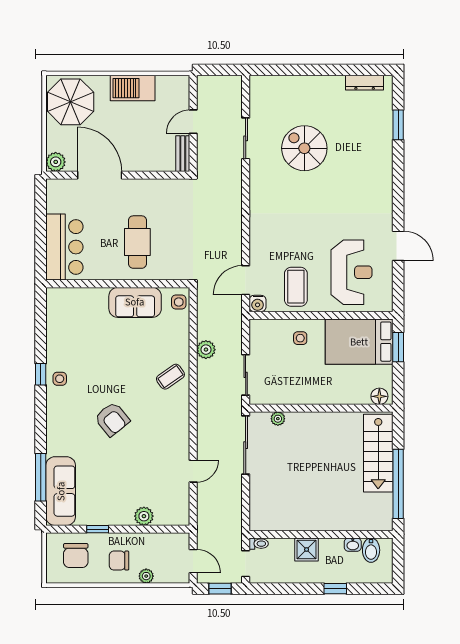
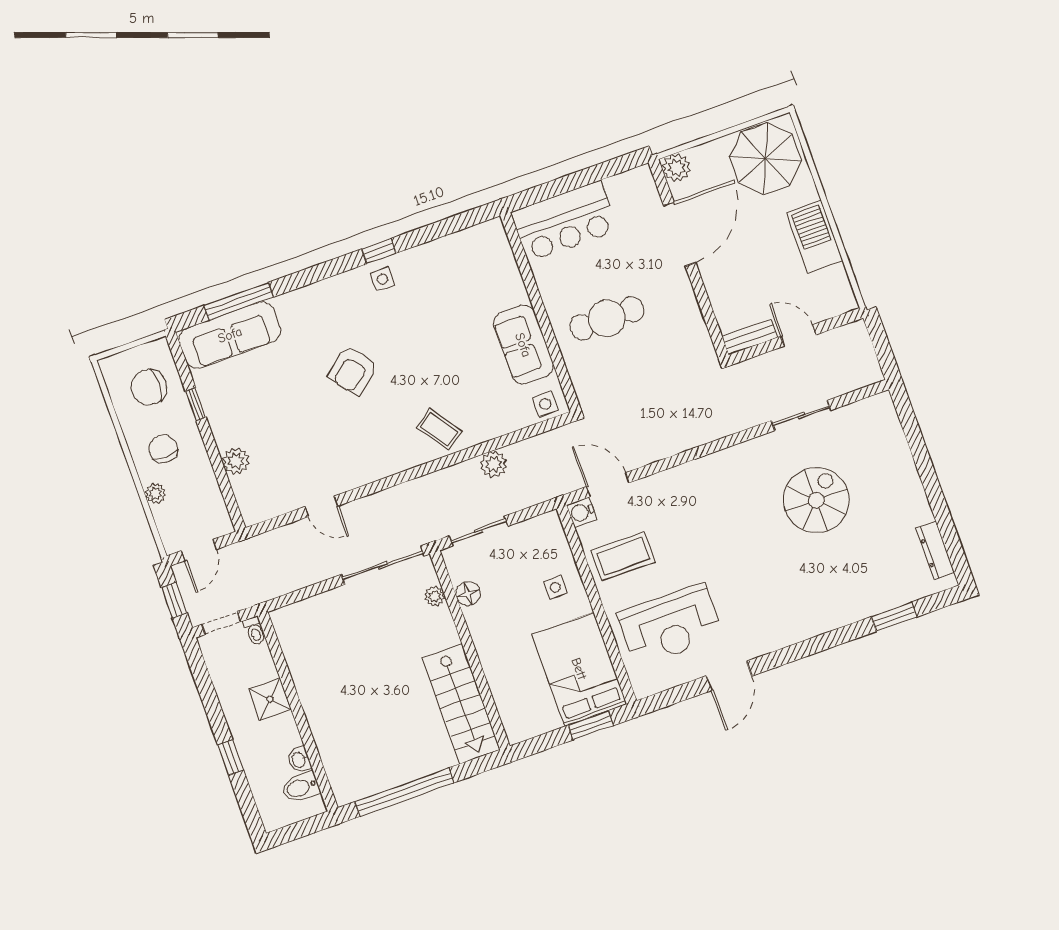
floor lamp: (379, 396) -> (468, 594), moved
stairs: (378, 453) -> (461, 704), moved, turned -90

